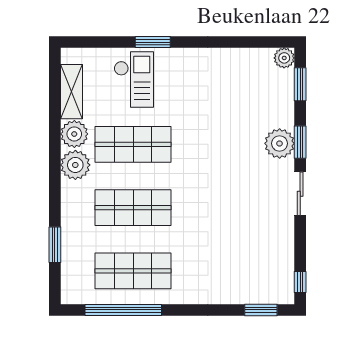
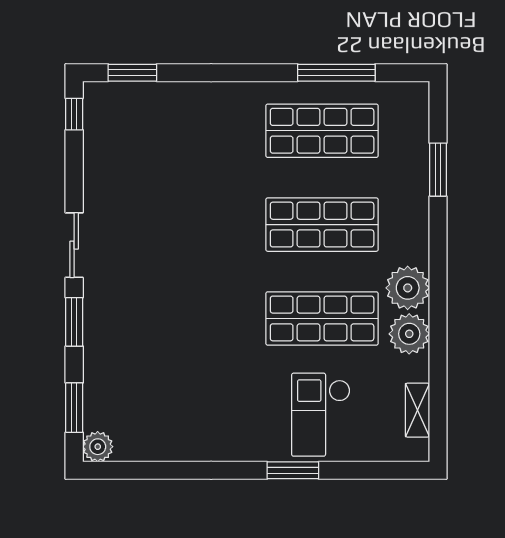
shelving: (71, 92) -> (417, 410), width x0.67, depth x0.75
plant: (280, 143) -> (105, 320), removed
window: (123, 310) -> (336, 73), width x0.68

